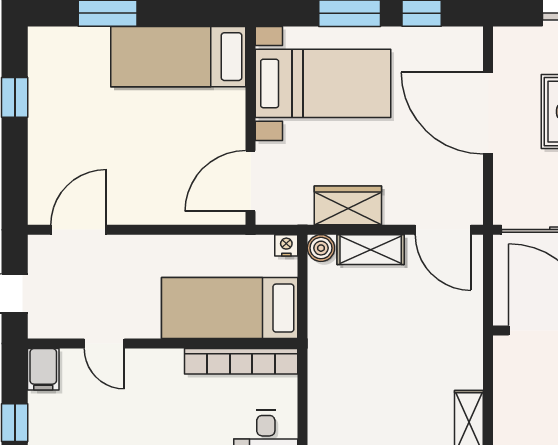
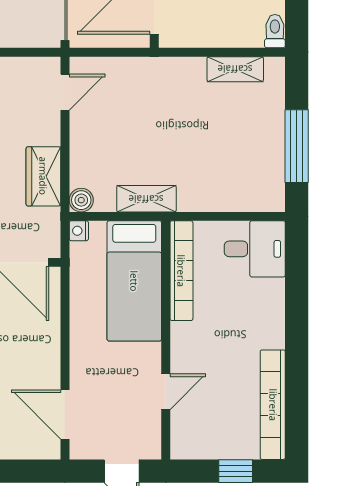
door: (443, 230) -> (65, 92), width x0.73
shelving: (371, 250) -> (146, 199), moved, turned 90
filing cabinet: (43, 369) -> (188, 446), removed

